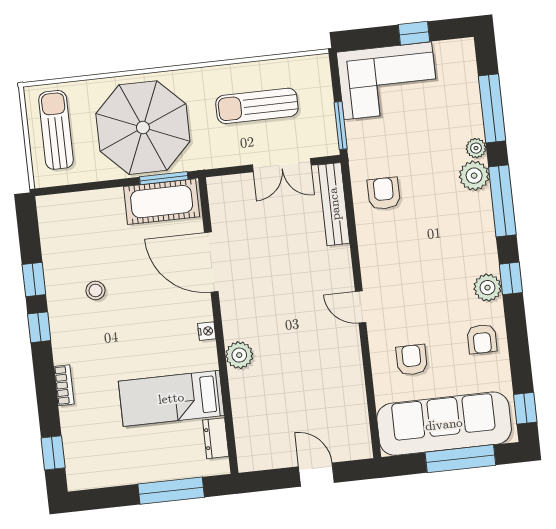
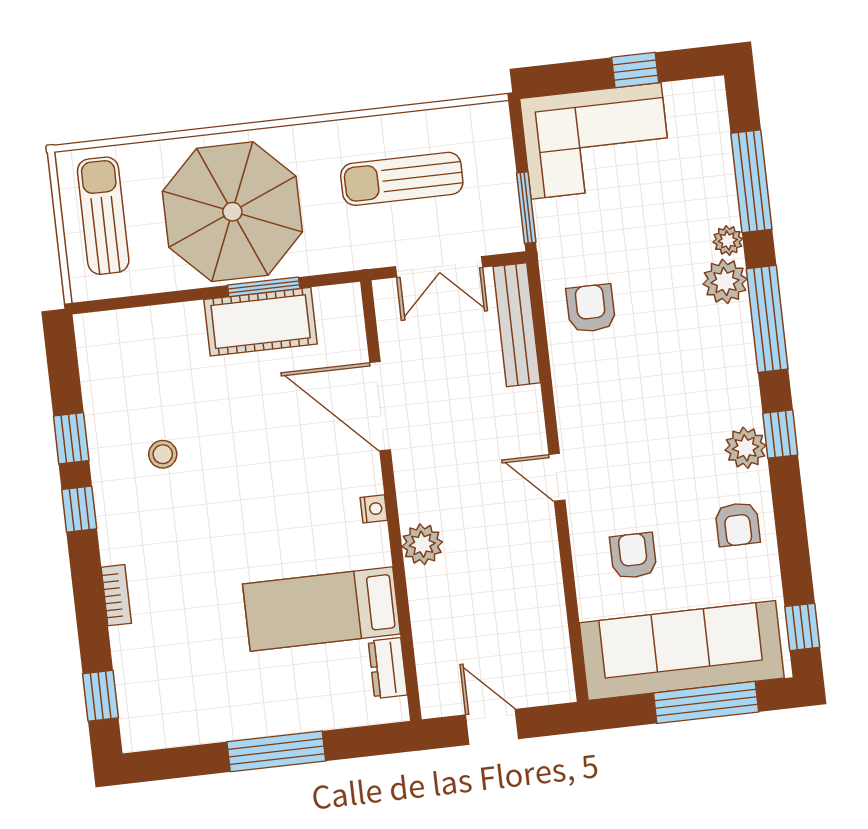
door: (211, 262) -> (380, 406), moved
wall: (218, 326) -> (391, 501), moved
nightstand: (207, 331) -> (374, 509), moved
plant: (239, 355) -> (422, 544), moved
bed: (171, 398) -> (321, 609), moved
dresser: (216, 438) -> (388, 668), moved

